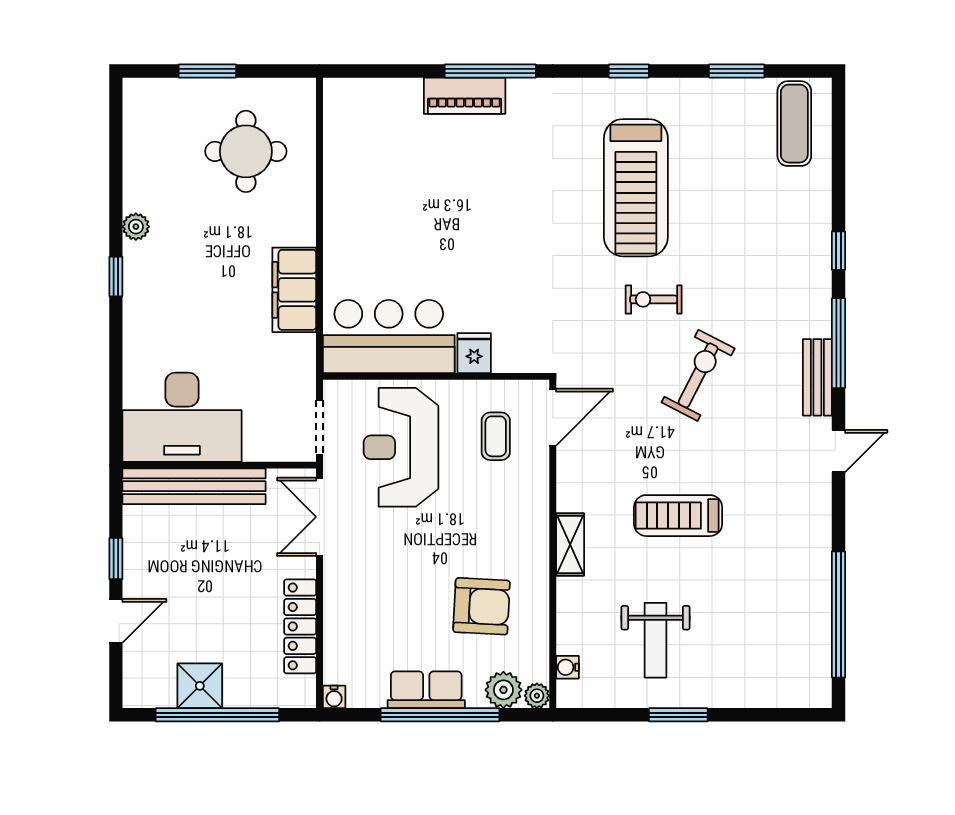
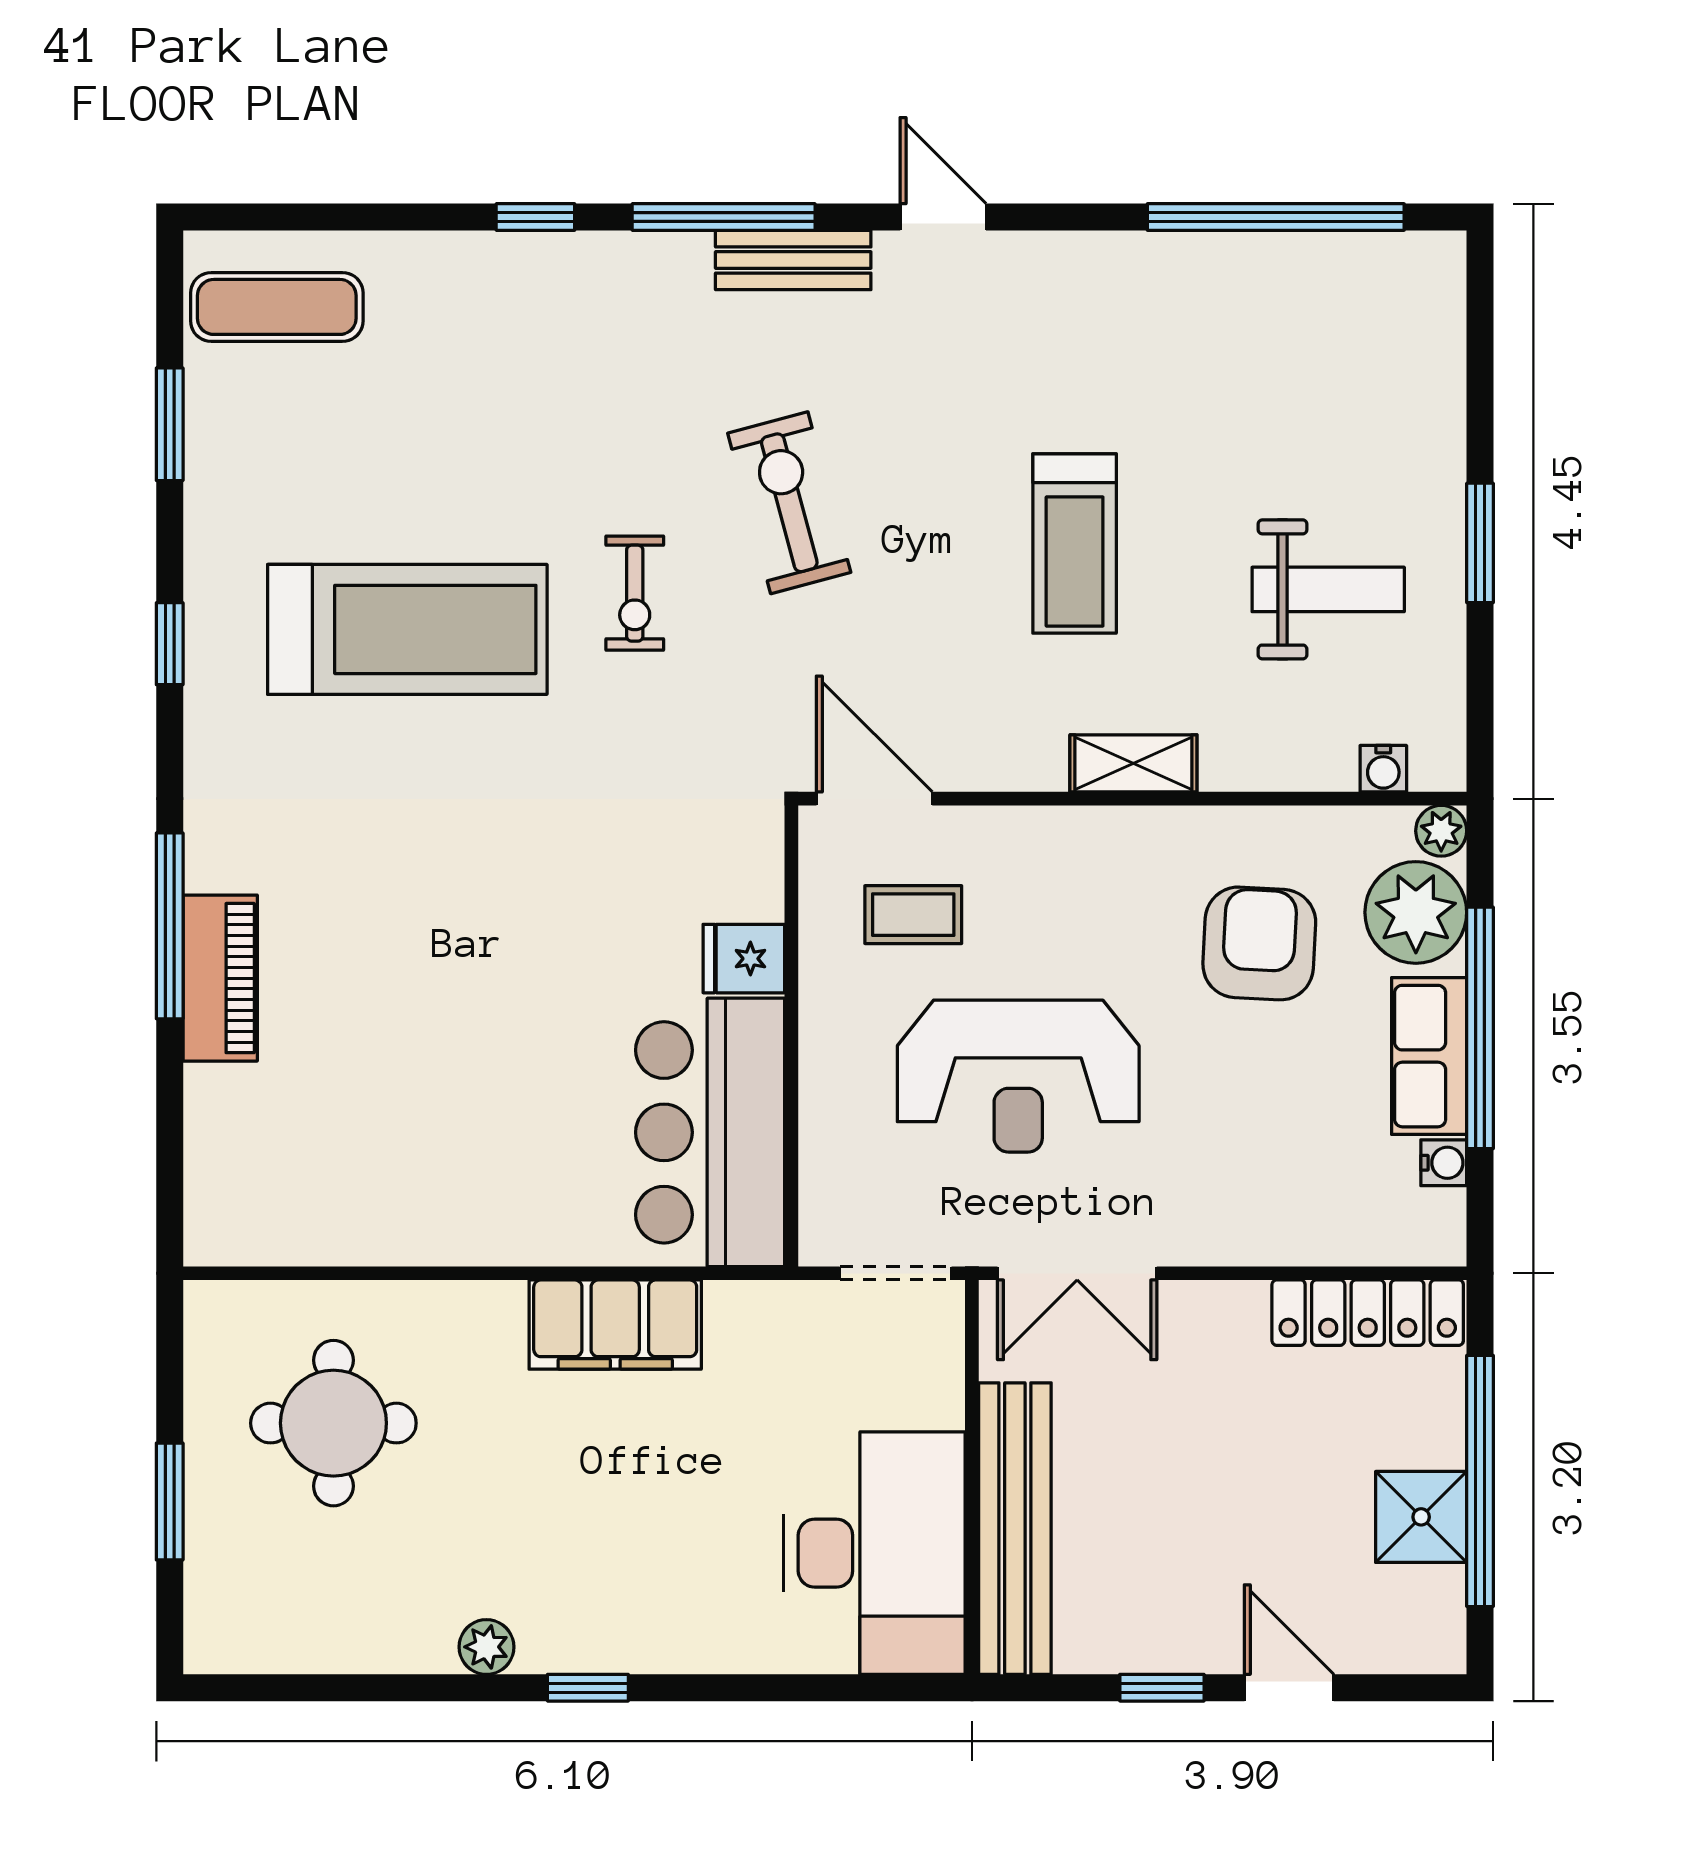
exercise bike: (698, 375) -> (789, 503), turned 48
reception desk: (401, 447) -> (1018, 1076), moved
locker: (300, 626) -> (1368, 1313), moved
plant: (503, 690) -> (1416, 912), width x1.36, depth x1.36
water cooler: (334, 697) -> (1444, 1163), moved

